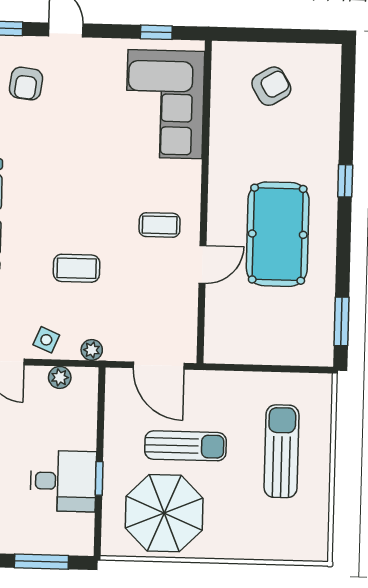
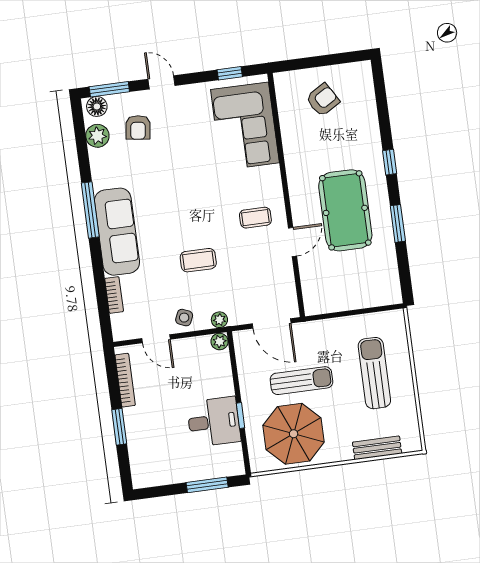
window: (341, 321) -> (398, 223), moved
plant: (60, 377) -> (220, 341), moved
bench: (270, 549) -> (377, 448), added

